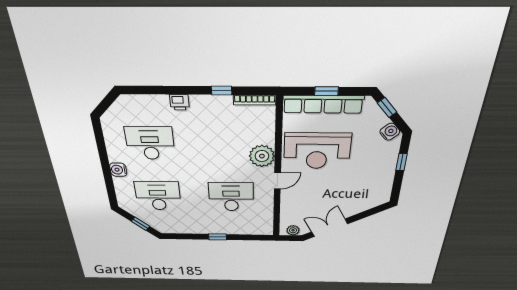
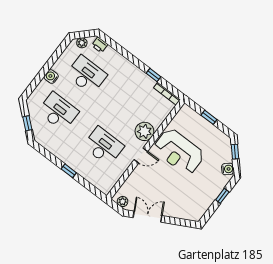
printer: (179, 102) -> (100, 45), moved
row of seats: (323, 104) -> (202, 124), removed
plant: (113, 114) -> (82, 43), added

